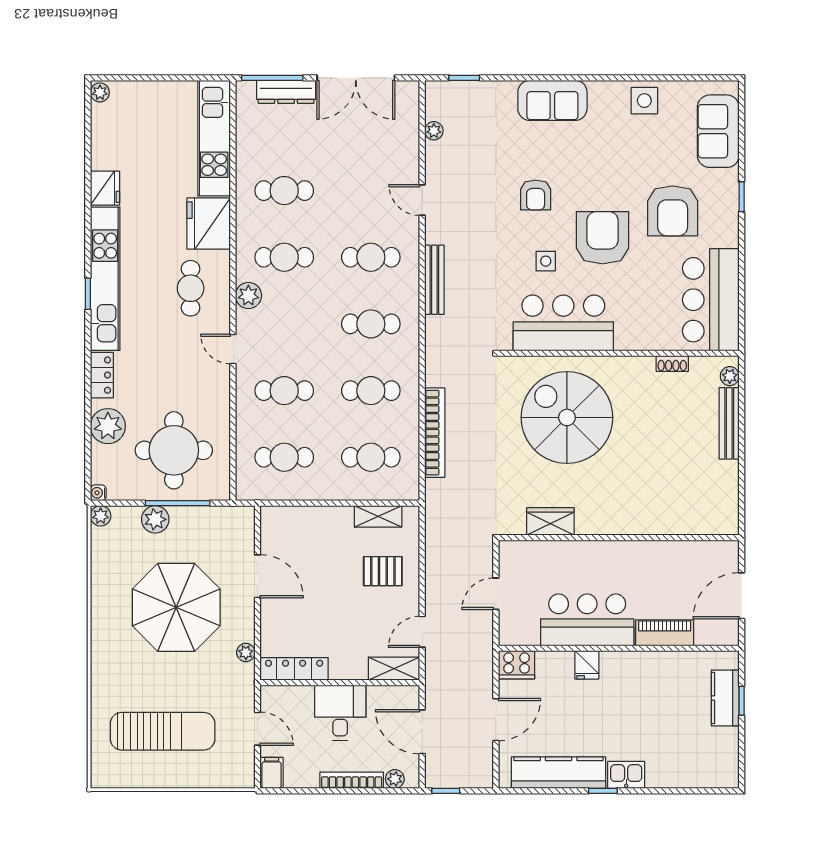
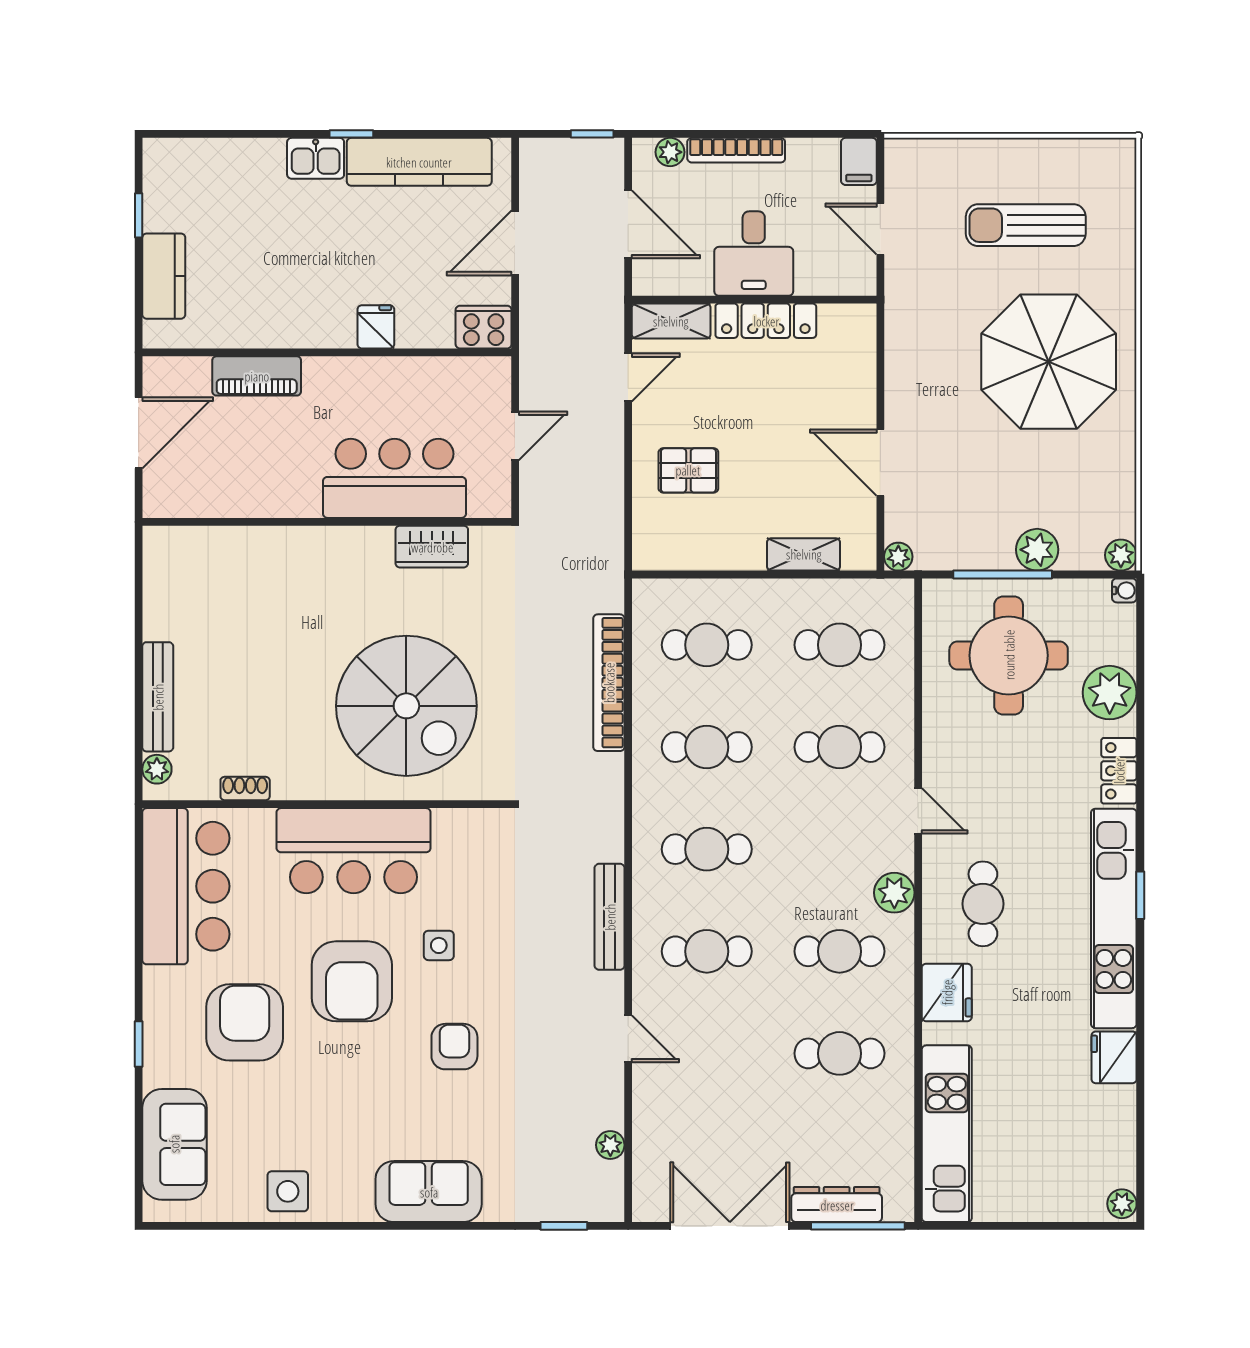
fridge: (209, 224) -> (947, 992), width x0.73, depth x0.75
bar counter: (563, 323) -> (354, 851), moved
shelving: (378, 516) -> (804, 554), moved
parasol: (176, 607) -> (1049, 362), moved
bar counter: (587, 620) -> (395, 478), moved, turned 180
plant: (246, 652) -> (898, 557), moved
locker: (294, 669) -> (766, 321), moved
window: (742, 701) -> (139, 215), moved
sun lounger: (163, 731) -> (1026, 225), width x0.73, depth x0.75

